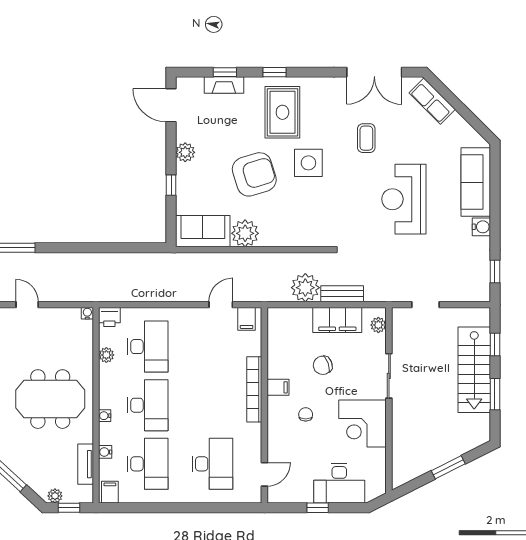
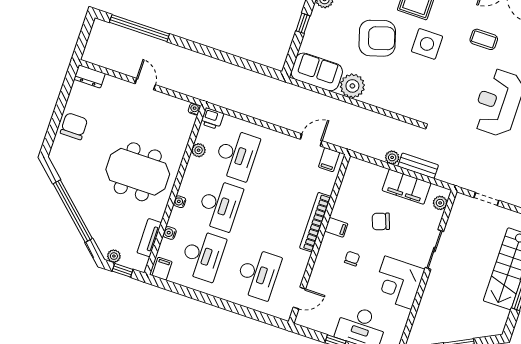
coffee table: (366, 138) -> (484, 39), turned 90
plant: (305, 288) -> (392, 157), width x0.53, depth x0.53

